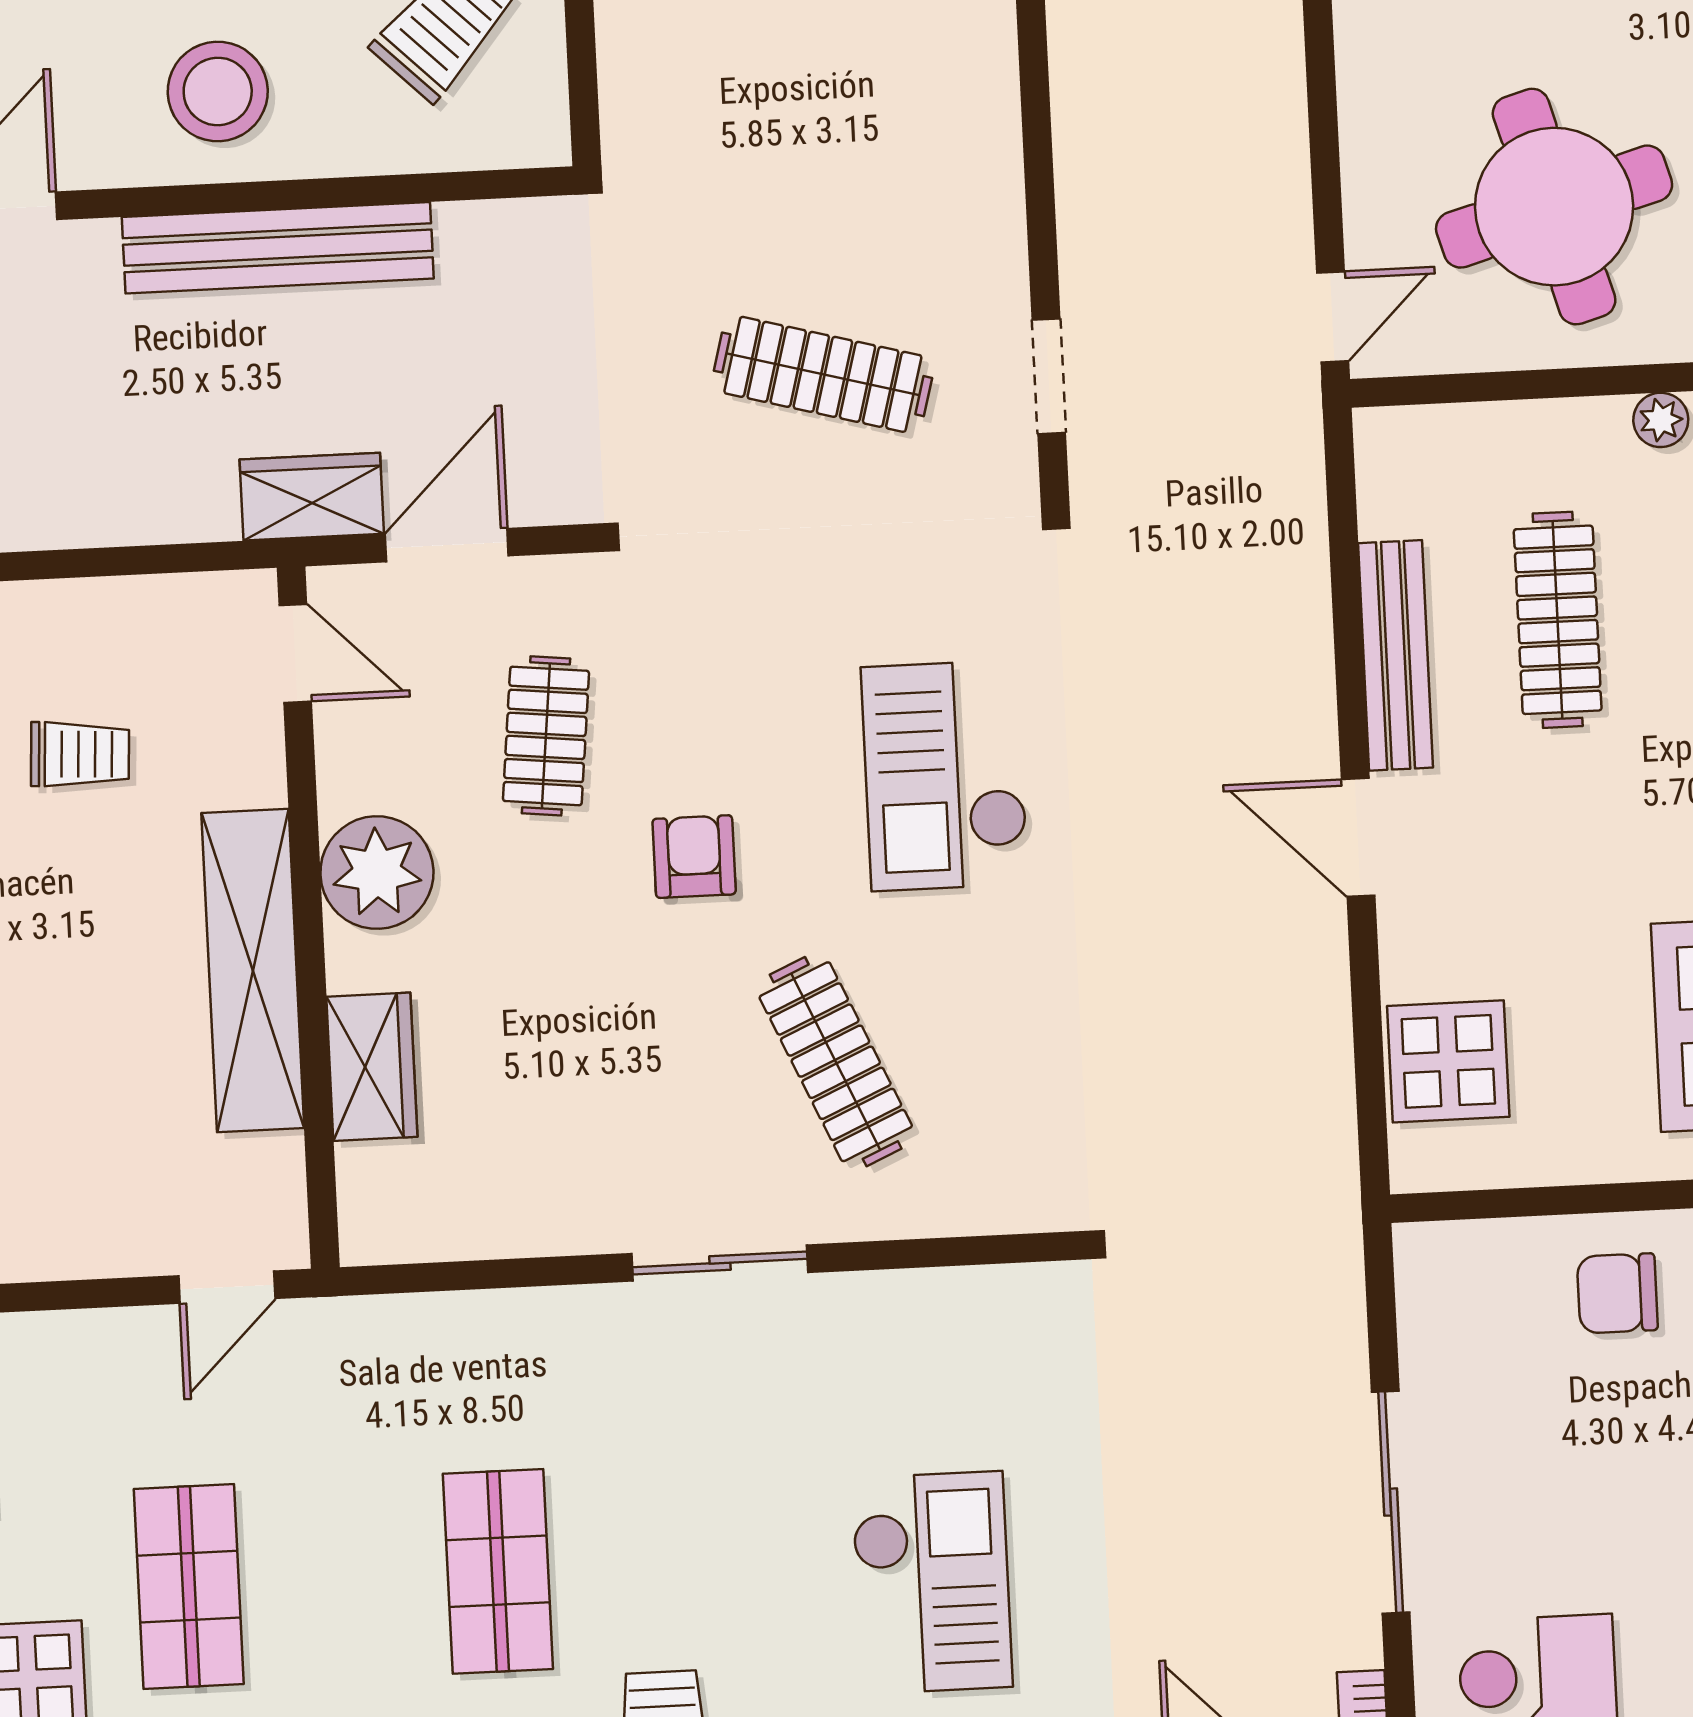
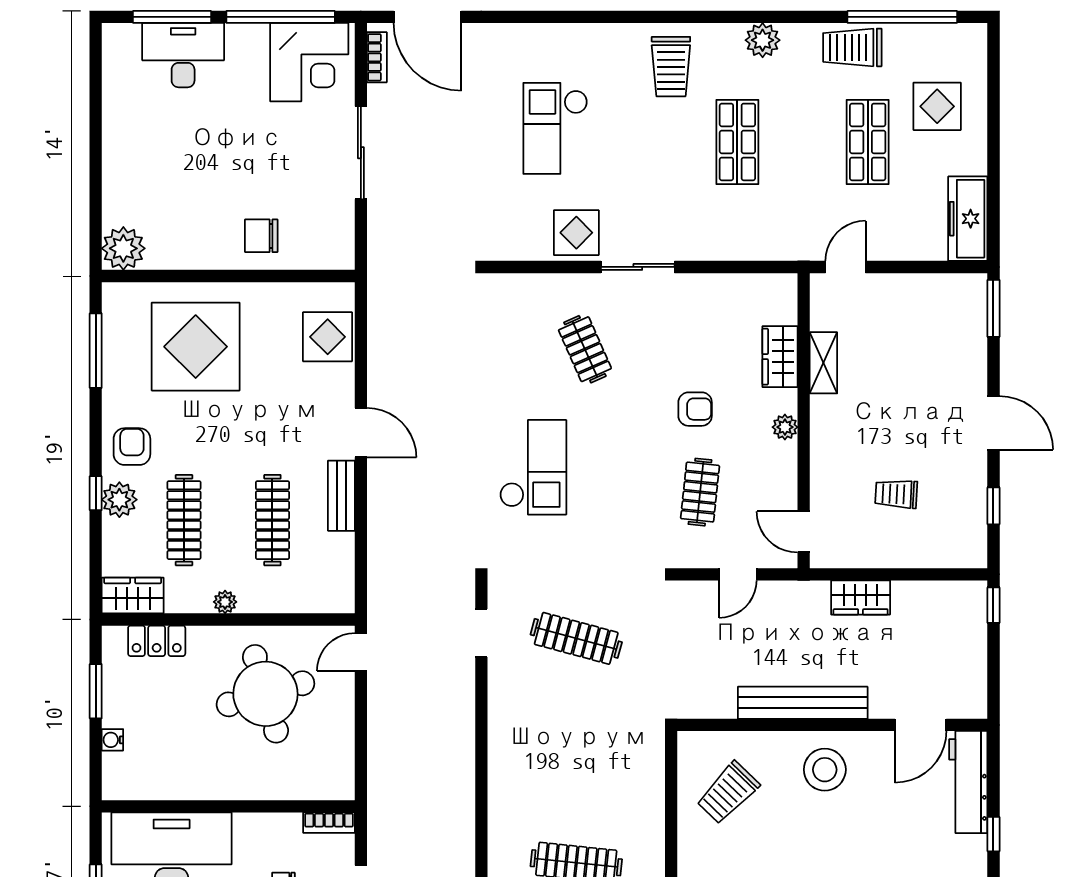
wardrobe: (312, 497) -> (861, 597), moved
door: (447, 545) -> (738, 574), width x0.73
bench: (1396, 655) -> (341, 496), width x0.73
armchair: (694, 857) -> (695, 409), moved, turned -90
plant: (377, 873) -> (785, 427), width x0.53, depth x0.53
shelving: (253, 970) -> (823, 363), width x0.45, depth x0.75
clothes rail: (836, 1062) -> (585, 349), width x0.73
chair: (1617, 1293) -> (261, 236), turned 180
display table: (870, 1337) -> (576, 233), added

